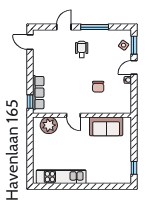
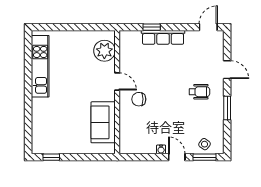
window: (95, 27) -> (227, 108), width x0.69
chair: (98, 87) -> (139, 99), moved
row of seats: (38, 93) -> (163, 37), moved
window: (30, 102) -> (152, 27), moved
door: (73, 115) -> (117, 81), swing flipped

